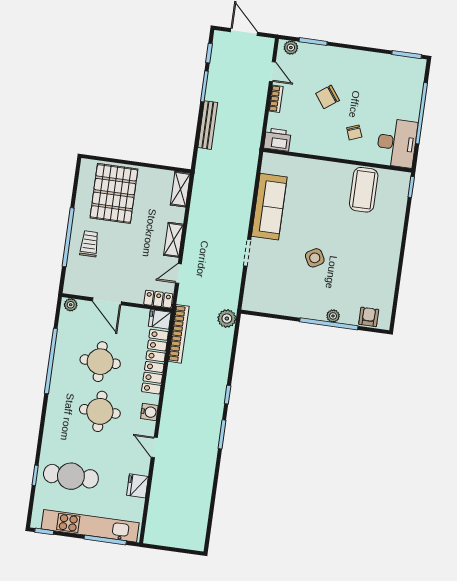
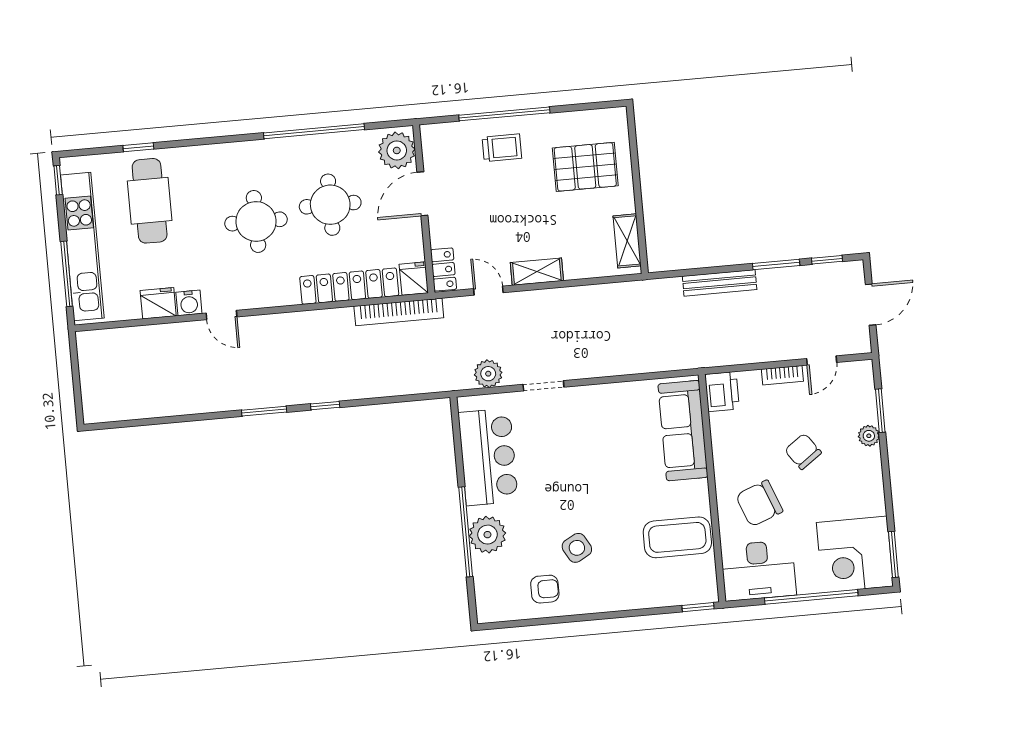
plant: (291, 48) -> (869, 436), moved
corner desk: (401, 79) -> (855, 554), added
chair: (354, 132) -> (759, 503), width x1.87, depth x1.87
shelving: (180, 189) -> (627, 241), moved, turned 90
pallet: (114, 193) -> (585, 167), width x0.73, depth x0.71
sofa: (269, 207) -> (683, 431), moved, turned 90
side table: (315, 258) -> (577, 548), moved
bar counter: (284, 298) -> (488, 457), added
plant: (71, 305) -> (397, 150), width x1.87, depth x1.87
plant: (333, 316) -> (487, 535), width x1.88, depth x1.88
armchair: (369, 317) -> (545, 589), moved
plant: (227, 318) -> (488, 374), moved
water cooler: (149, 412) -> (189, 303), moved
door: (154, 447) -> (221, 315), swing flipped

